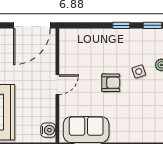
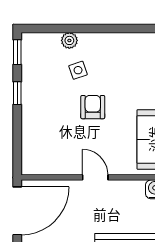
door: (32, 25) -> (17, 211), hinge flipped

